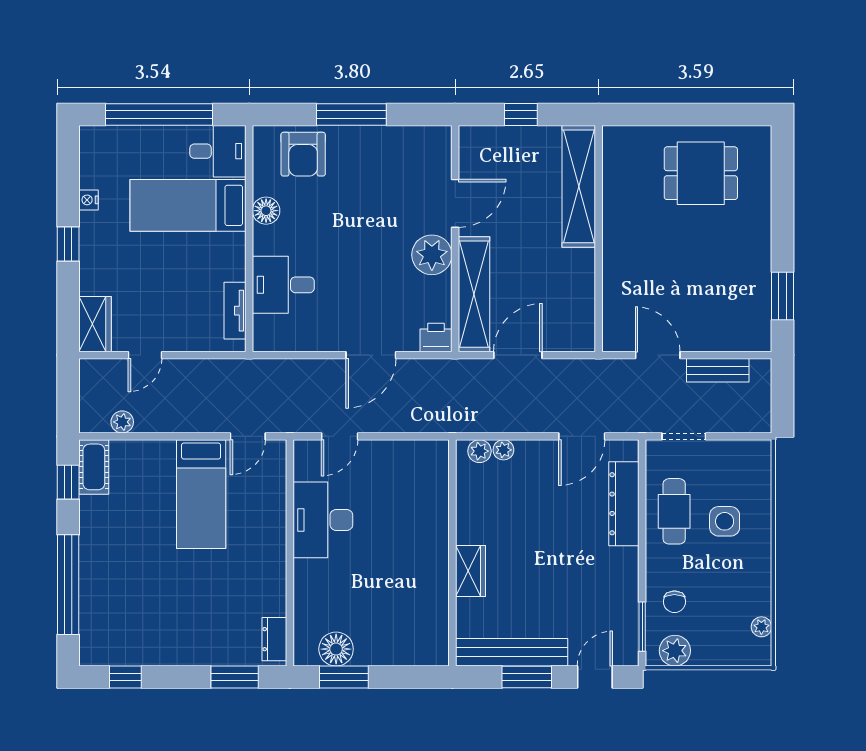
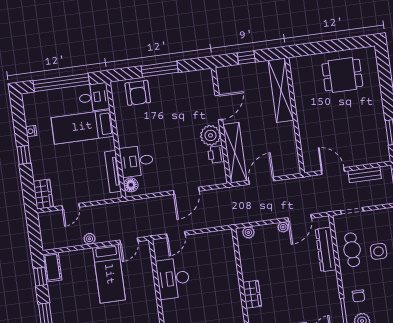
floor lamp: (266, 211) -> (131, 185), moved
tv unit: (235, 311) -> (113, 172), width x1.41
printer: (436, 337) -> (216, 154), moved, turned -90
plant: (122, 422) -> (89, 239), moved
plant: (503, 450) -> (283, 227), moved

